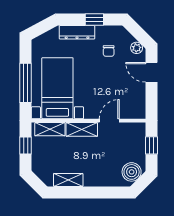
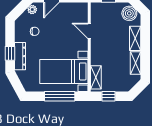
window: (94, 20) -> (10, 53), moved
shelving: (82, 129) -> (135, 38), moved

